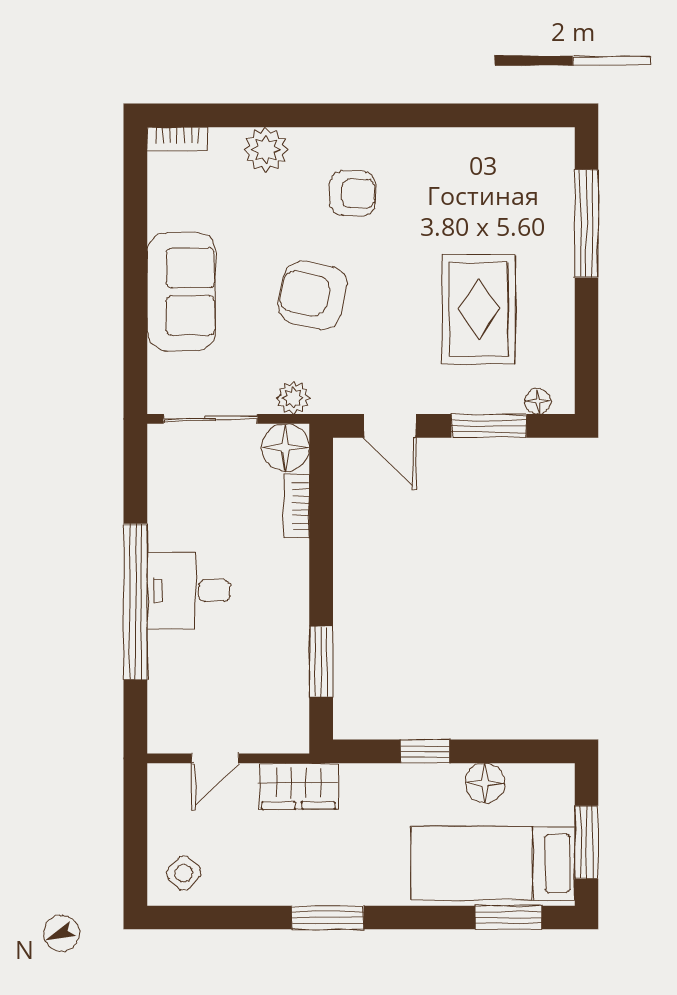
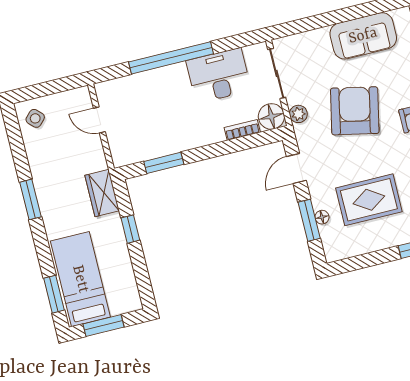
sofa: (181, 292) -> (363, 36), moved
armchair: (312, 295) -> (355, 111), width x1.36, depth x1.36
floor lamp: (538, 401) -> (322, 217), moved
desk: (189, 591) -> (219, 76), moved, width x1.37
floor lamp: (485, 783) -> (121, 265), removed
wardrobe: (299, 786) -> (102, 193), moved

